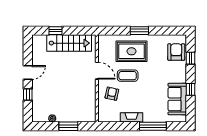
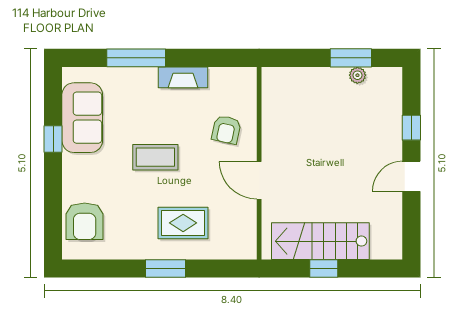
window: (56, 31) -> (324, 268), moved
rug: (131, 51) -> (183, 223), width x0.73, depth x0.70
window: (191, 58) -> (53, 208), removed
coffee table: (128, 76) -> (155, 157), moved
window: (68, 126) -> (351, 58), moved

